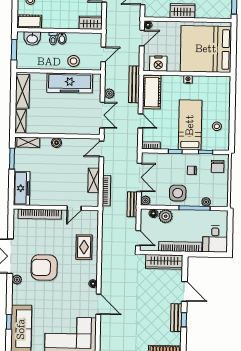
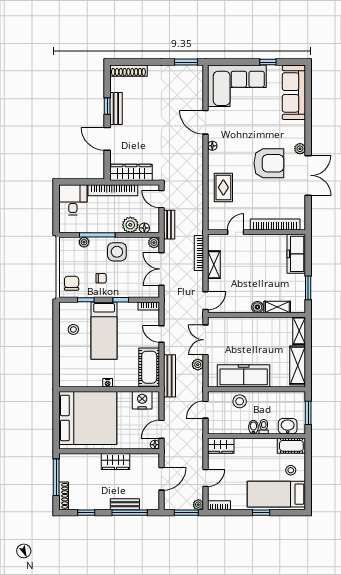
shelving: (28, 142) -> (277, 307), moved
bench: (132, 204) -> (169, 225), moved
window: (9, 322) -> (308, 100), removed

